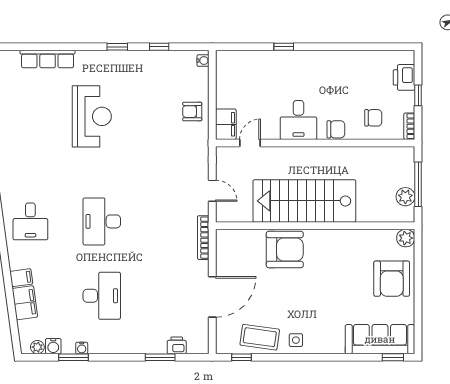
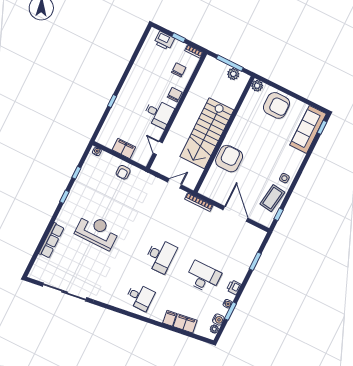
filing cabinet: (226, 124) -> (124, 148), moved
desk: (102, 221) -> (160, 256), turned -90
printer: (177, 345) -> (234, 287), moved

